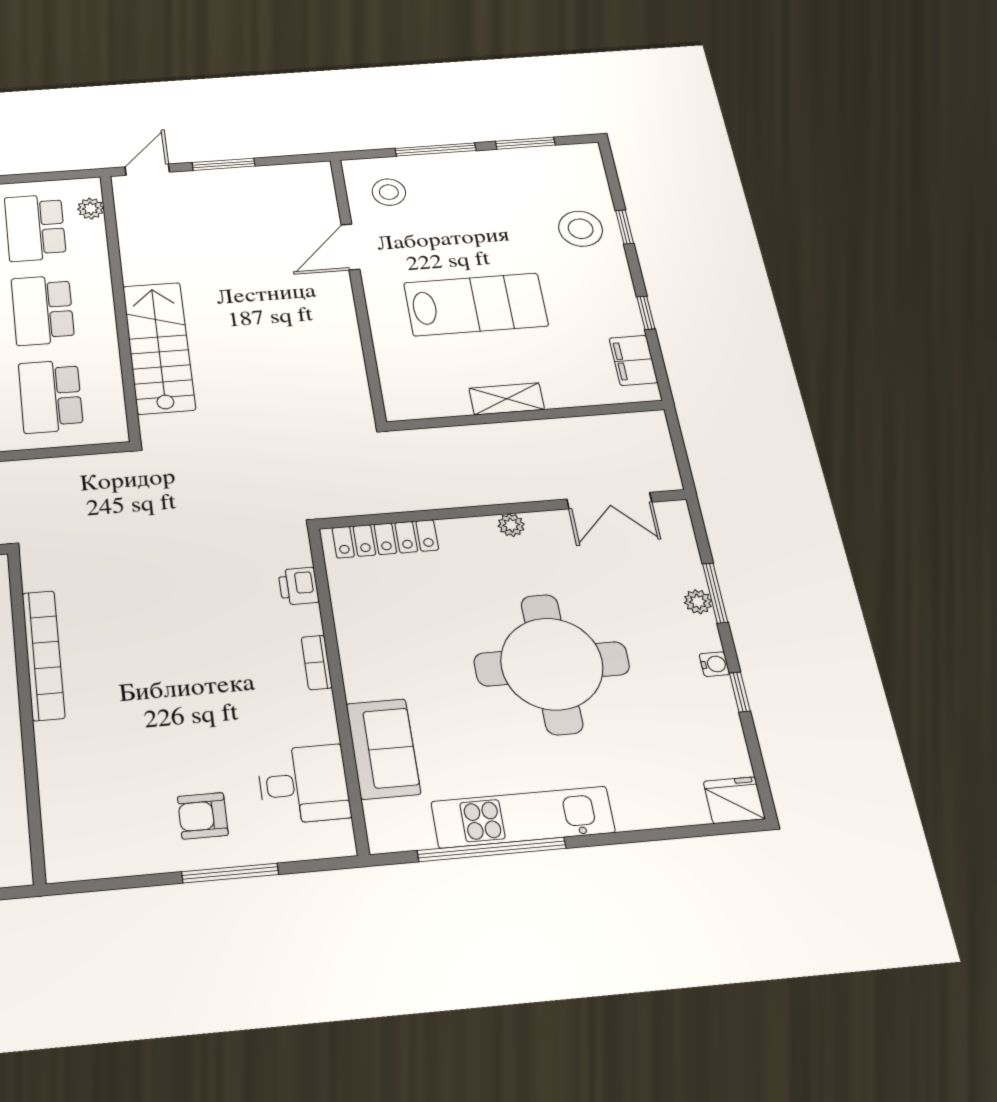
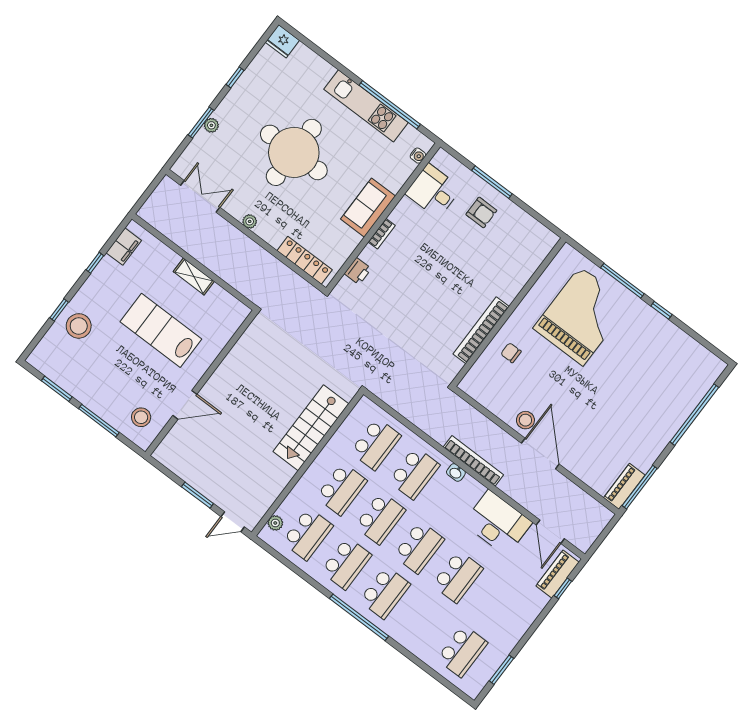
water cooler: (714, 664) -> (418, 156), moved, turned 180
sofa: (383, 749) -> (368, 208), moved

